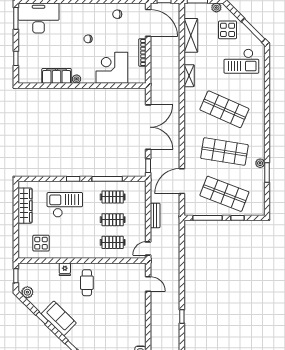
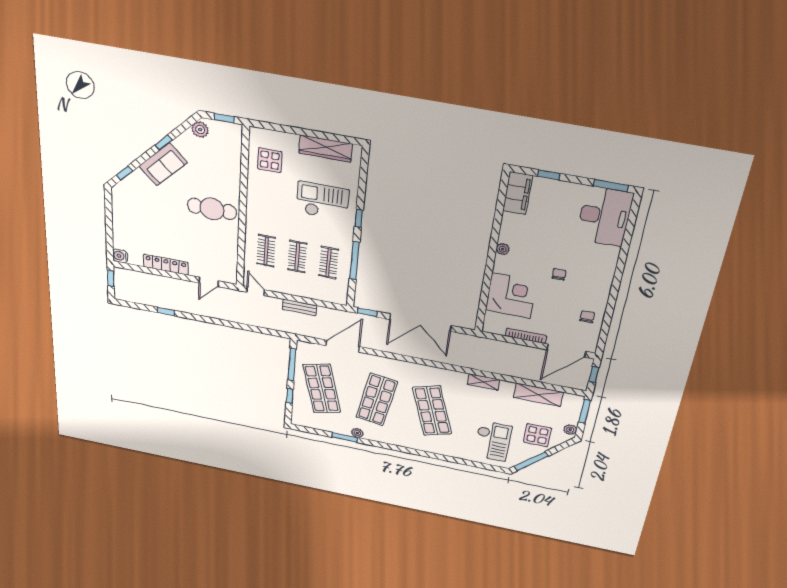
checkout: (241, 61) -> (493, 441), turned 180
filing cabinet: (57, 76) -> (518, 193), moved
shop shelf: (224, 109) -> (432, 411), turned -42
door: (182, 181) -> (343, 346), hinge flipped
shop shelf: (224, 194) -> (322, 389), turned -36
checkout: (65, 205) -> (322, 201), turned -90
fridge: (65, 269) -> (231, 184), removed
cafe table: (87, 283) -> (212, 209), width x1.37, depth x1.35
locker: (140, 316) -> (166, 265), added

